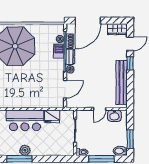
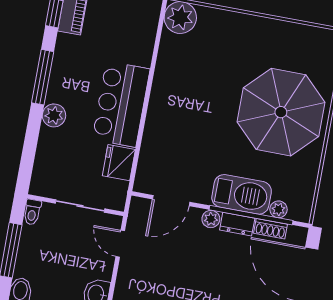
barbecue: (59, 51) -> (242, 194), width x1.88, depth x1.53
door: (65, 89) -> (171, 201), hinge flipped
door: (100, 109) -> (120, 244), moved
plant: (25, 150) -> (54, 115), moved

